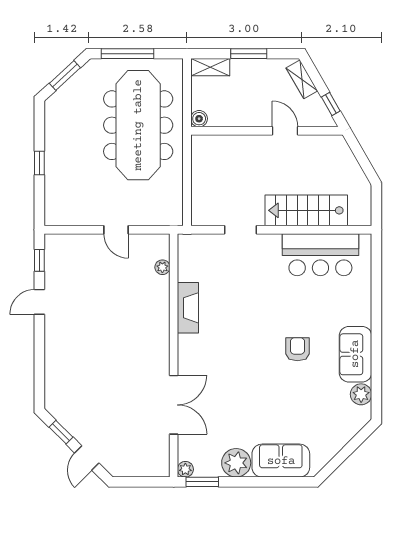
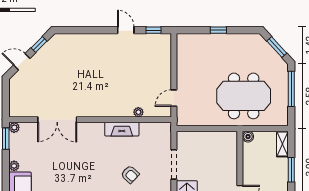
meeting table: (138, 125) -> (244, 96), width x0.73
door: (116, 230) -> (174, 98), moved
doorway: (241, 230) -> (174, 164), width x1.38
plant: (162, 267) -> (138, 112), moved
armchair: (256, 296) -> (130, 174), added
plant: (236, 463) -> (14, 166), width x0.53, depth x0.53

